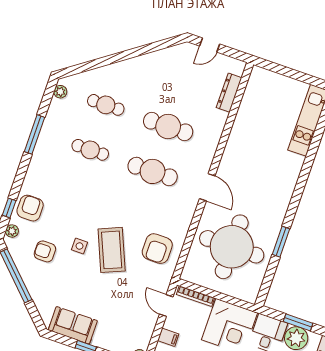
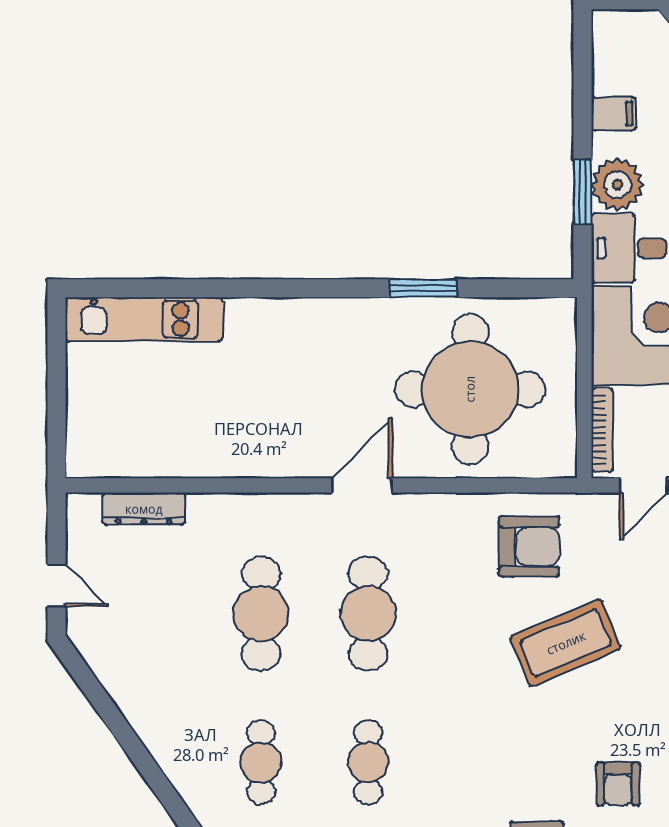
side table: (80, 246) -> (581, 714), removed

